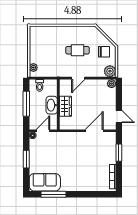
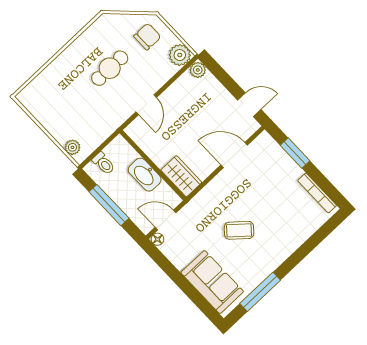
wardrobe: (65, 106) -> (181, 176), moved
door: (43, 131) -> (166, 220), hinge flipped
door: (94, 131) -> (234, 155), hinge flipped
window: (26, 159) -> (179, 279), removed
coffee table: (68, 162) -> (239, 230), added
sofa: (45, 182) -> (212, 282), moved, turned 90

